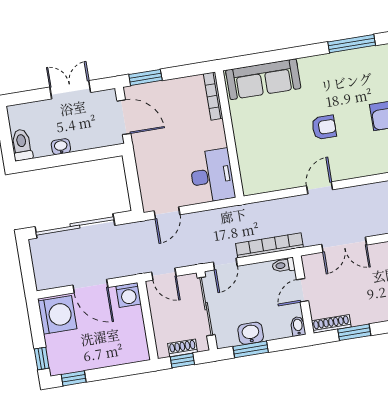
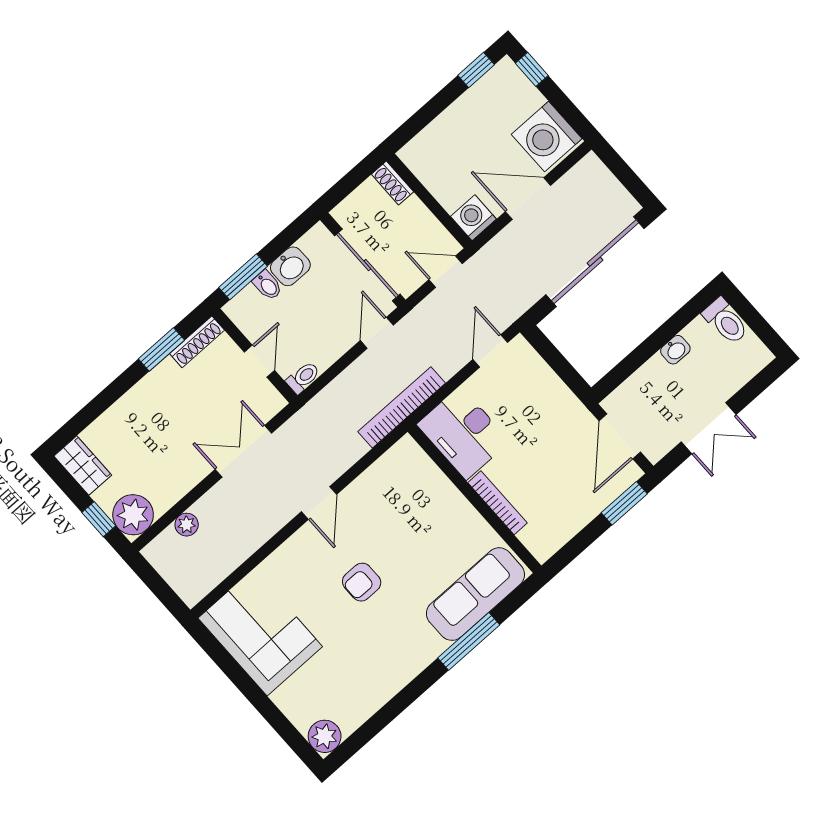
window: (352, 44) -> (469, 641), moved
bookcase: (213, 96) -> (497, 503), moved
door: (124, 117) -> (620, 436), hinge flipped
bookcase: (269, 245) -> (402, 407), moved, turned 180
bidet: (298, 326) -> (267, 285), moved
shoe rack: (183, 348) -> (393, 183), moved, turned 90
window: (251, 349) -> (243, 277), moved
window: (182, 361) -> (354, 178), removed

